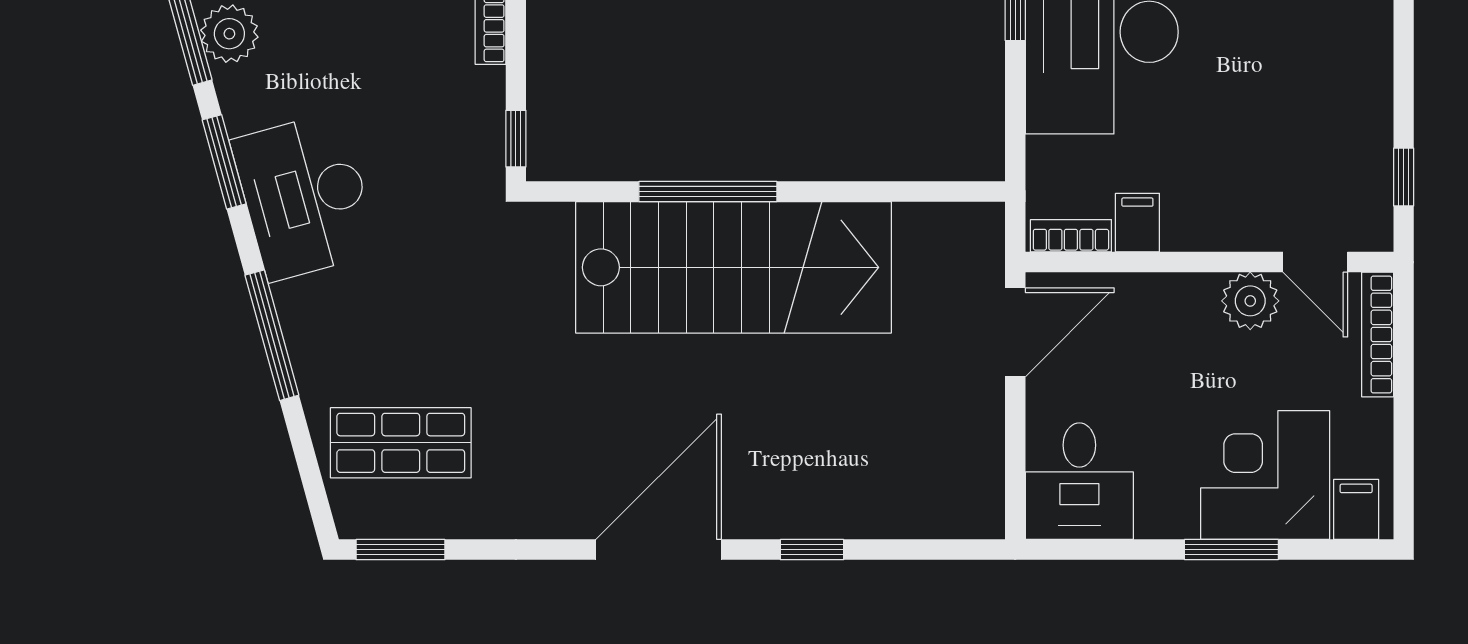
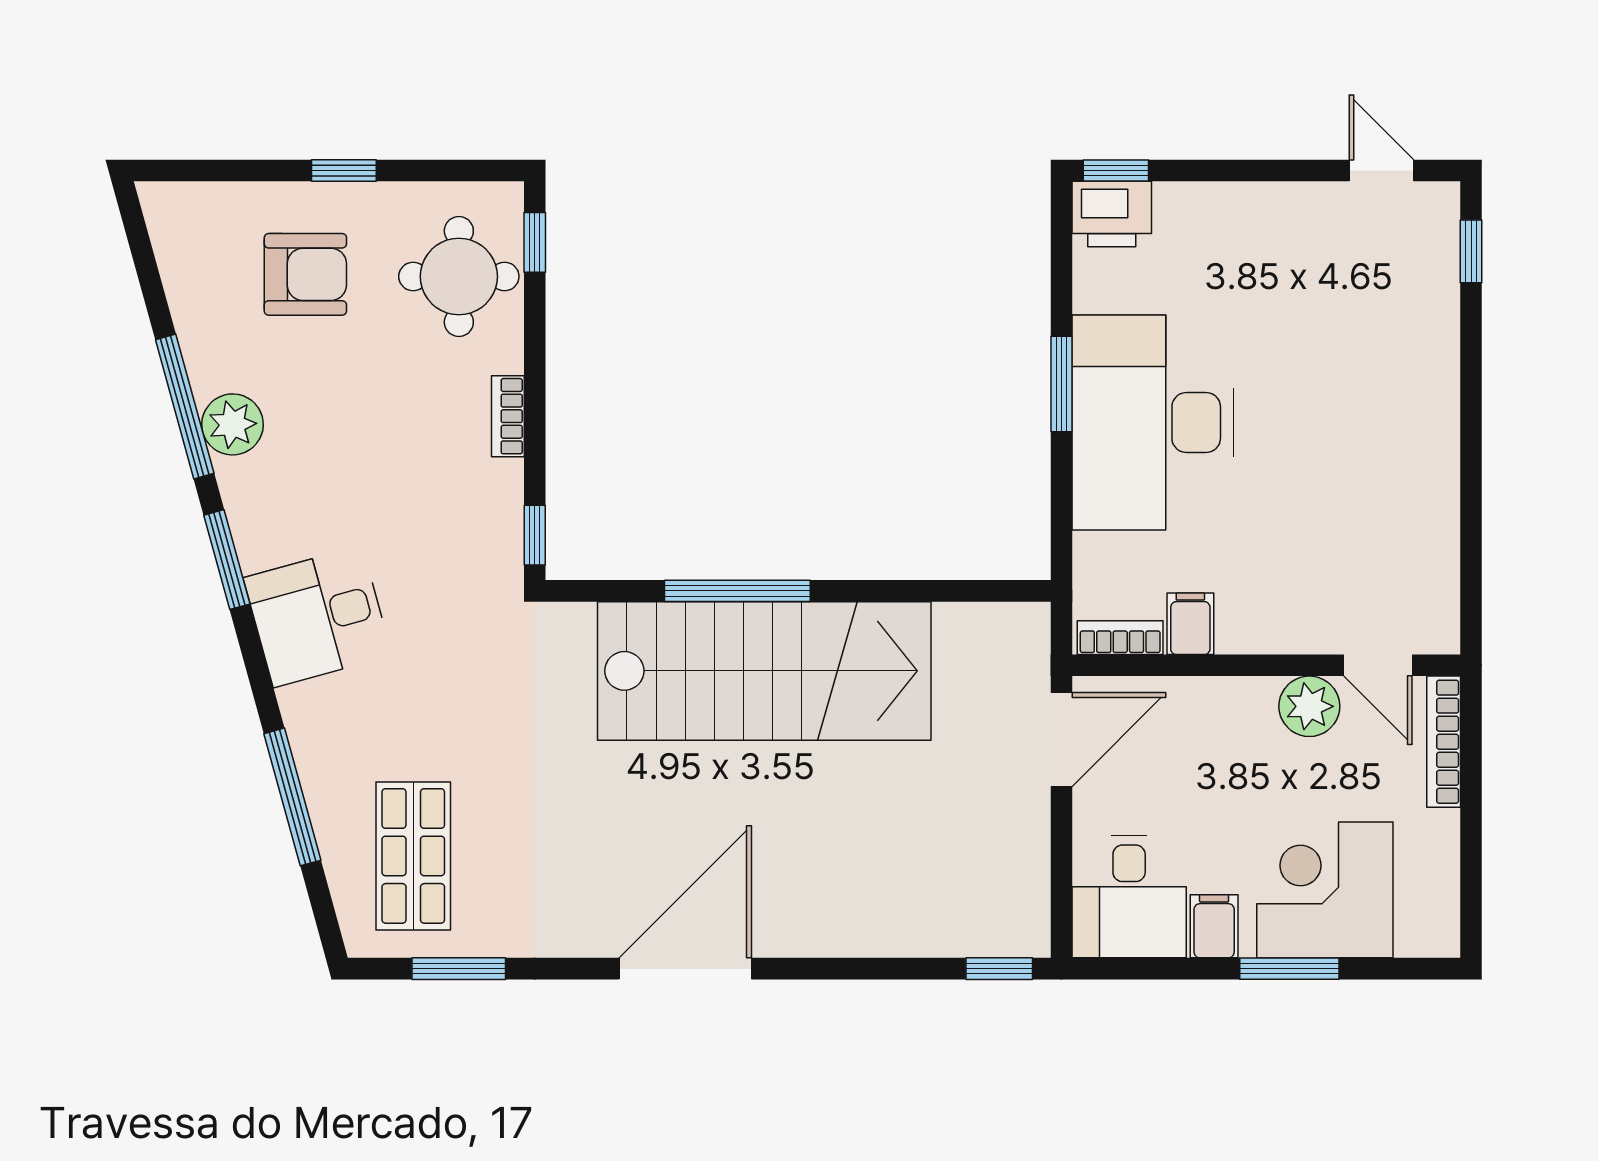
window: (1404, 177) -> (1471, 576), removed
desk: (305, 196) -> (318, 617), width x0.73
window: (272, 335) -> (292, 797), moved
shop shelf: (401, 443) -> (413, 856), turned 90
filing cabinet: (1356, 509) -> (1214, 926), moved
window: (401, 550) -> (459, 969), moved
window: (812, 550) -> (999, 969), moved

